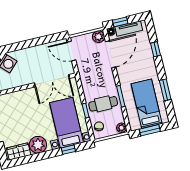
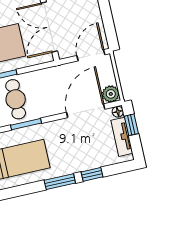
door: (111, 54) -> (86, 111), swing flipped
window: (165, 90) -> (60, 182), moved

